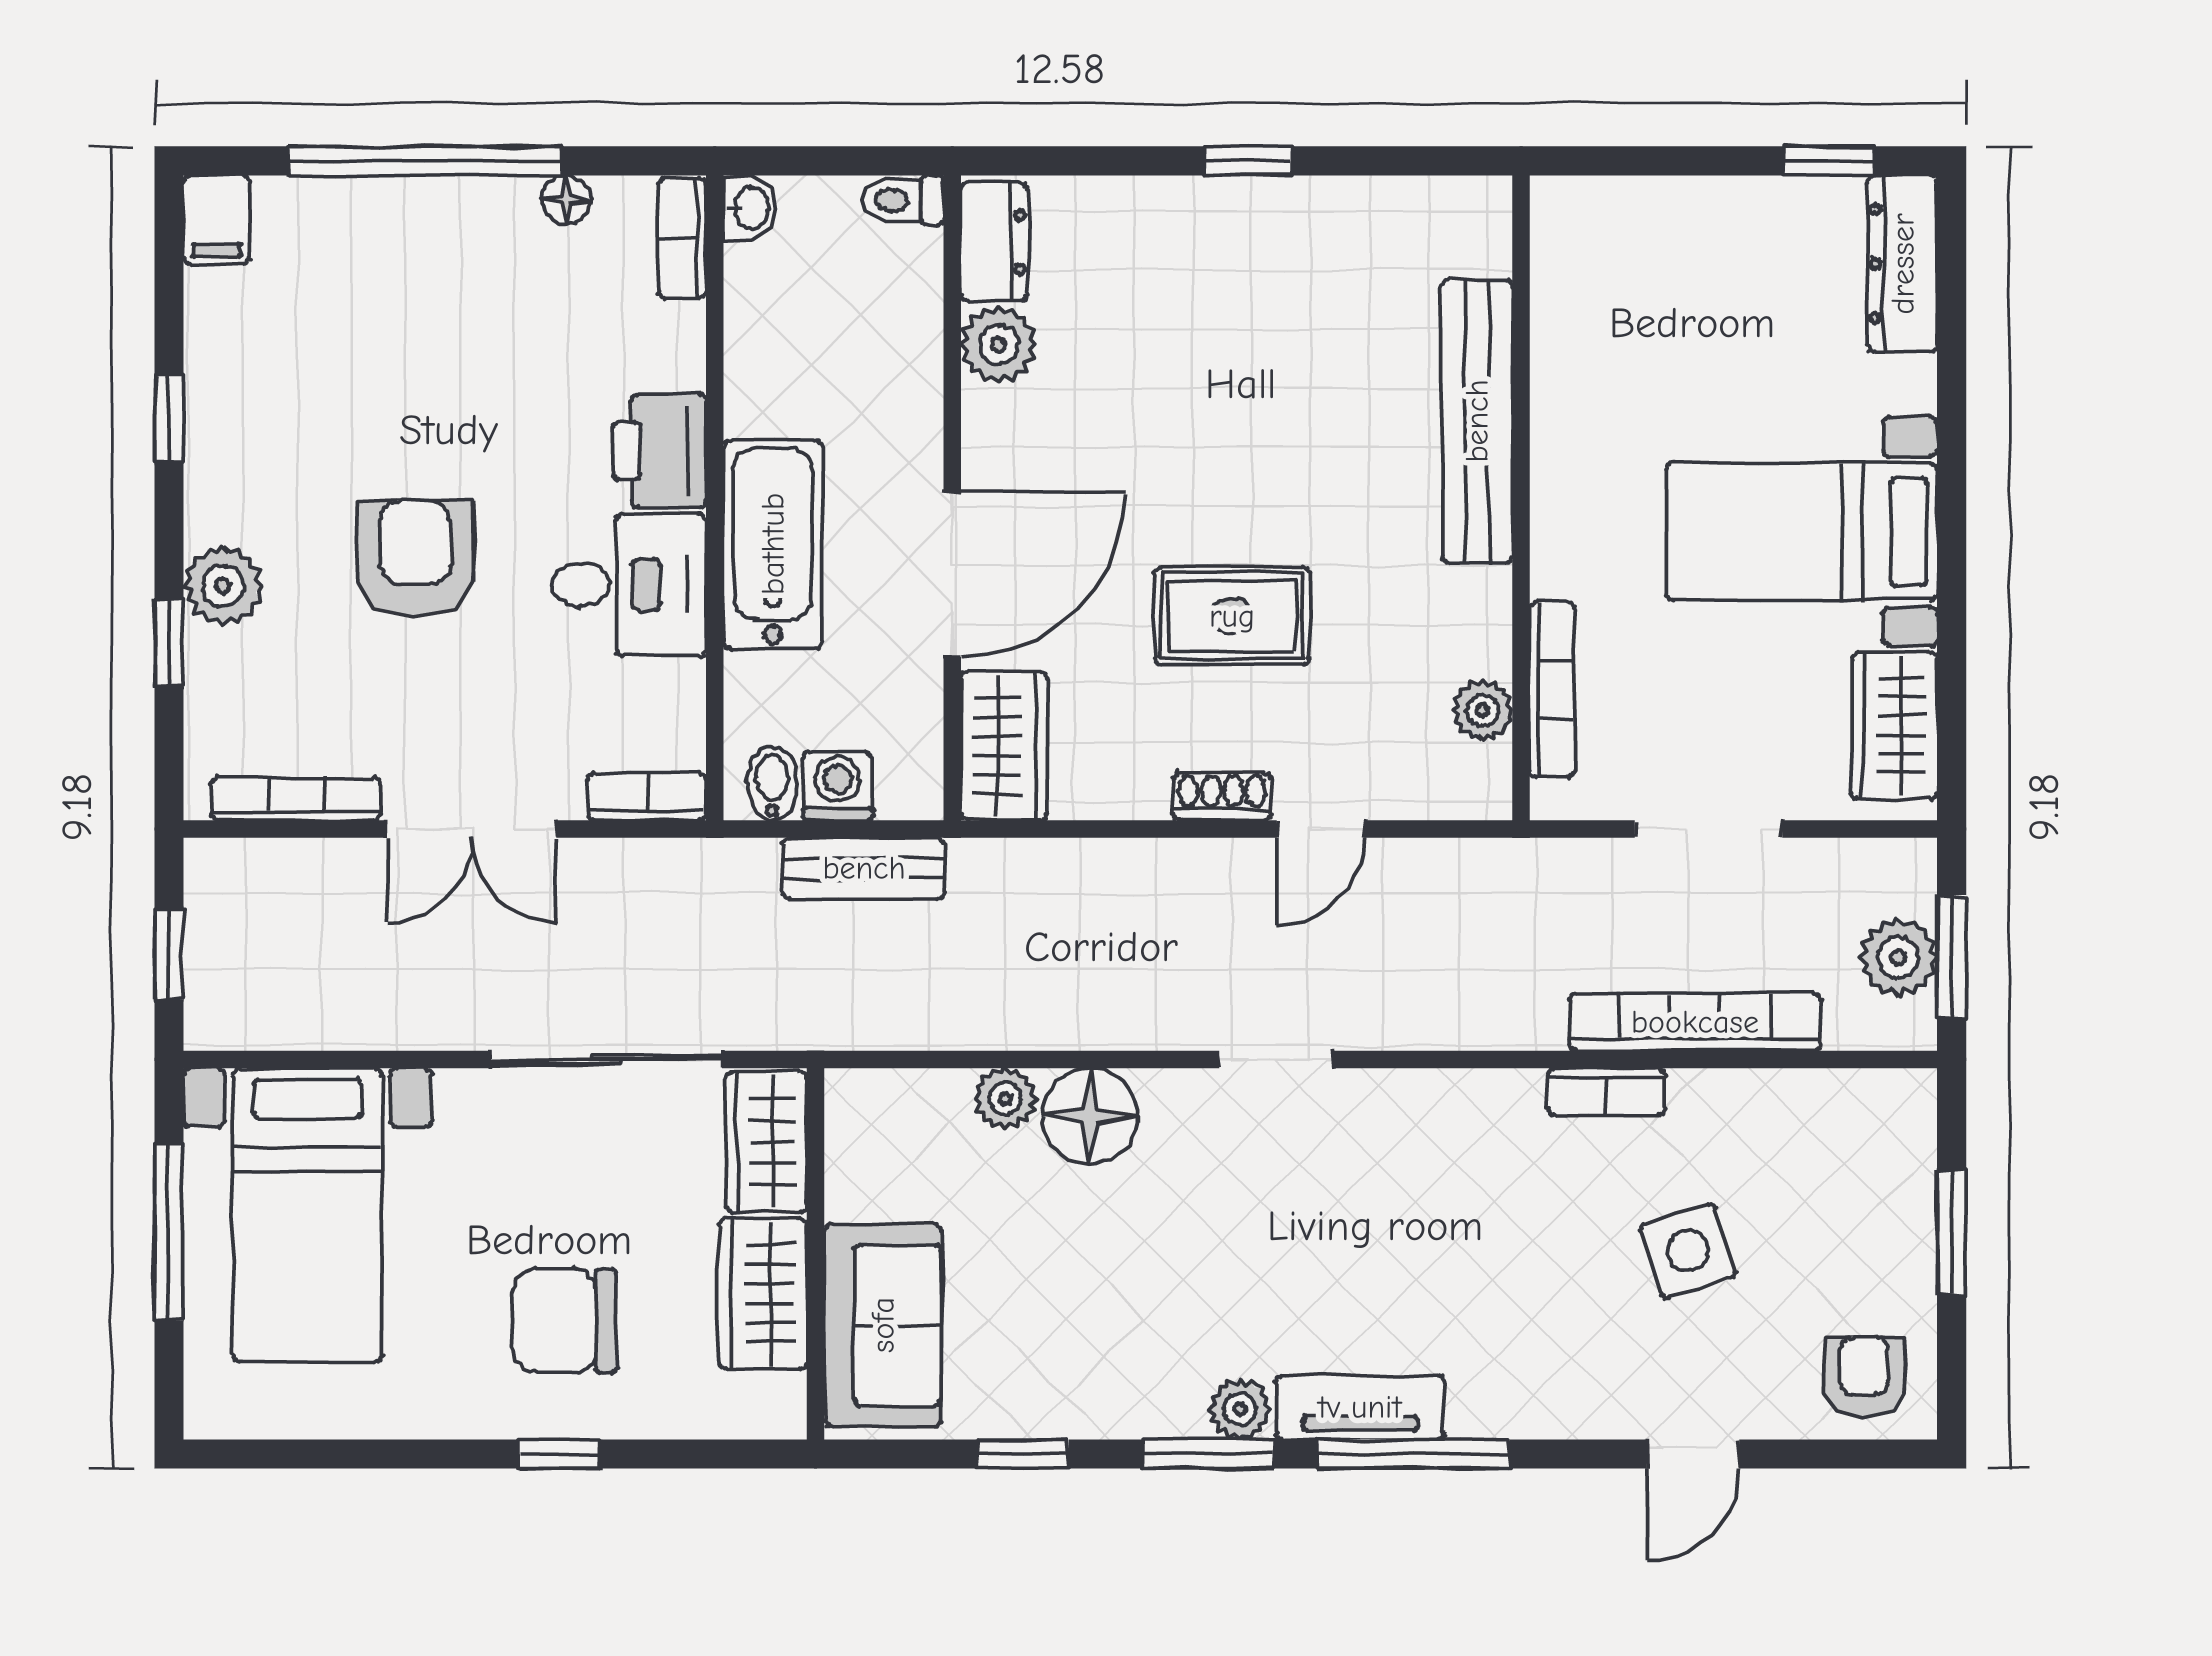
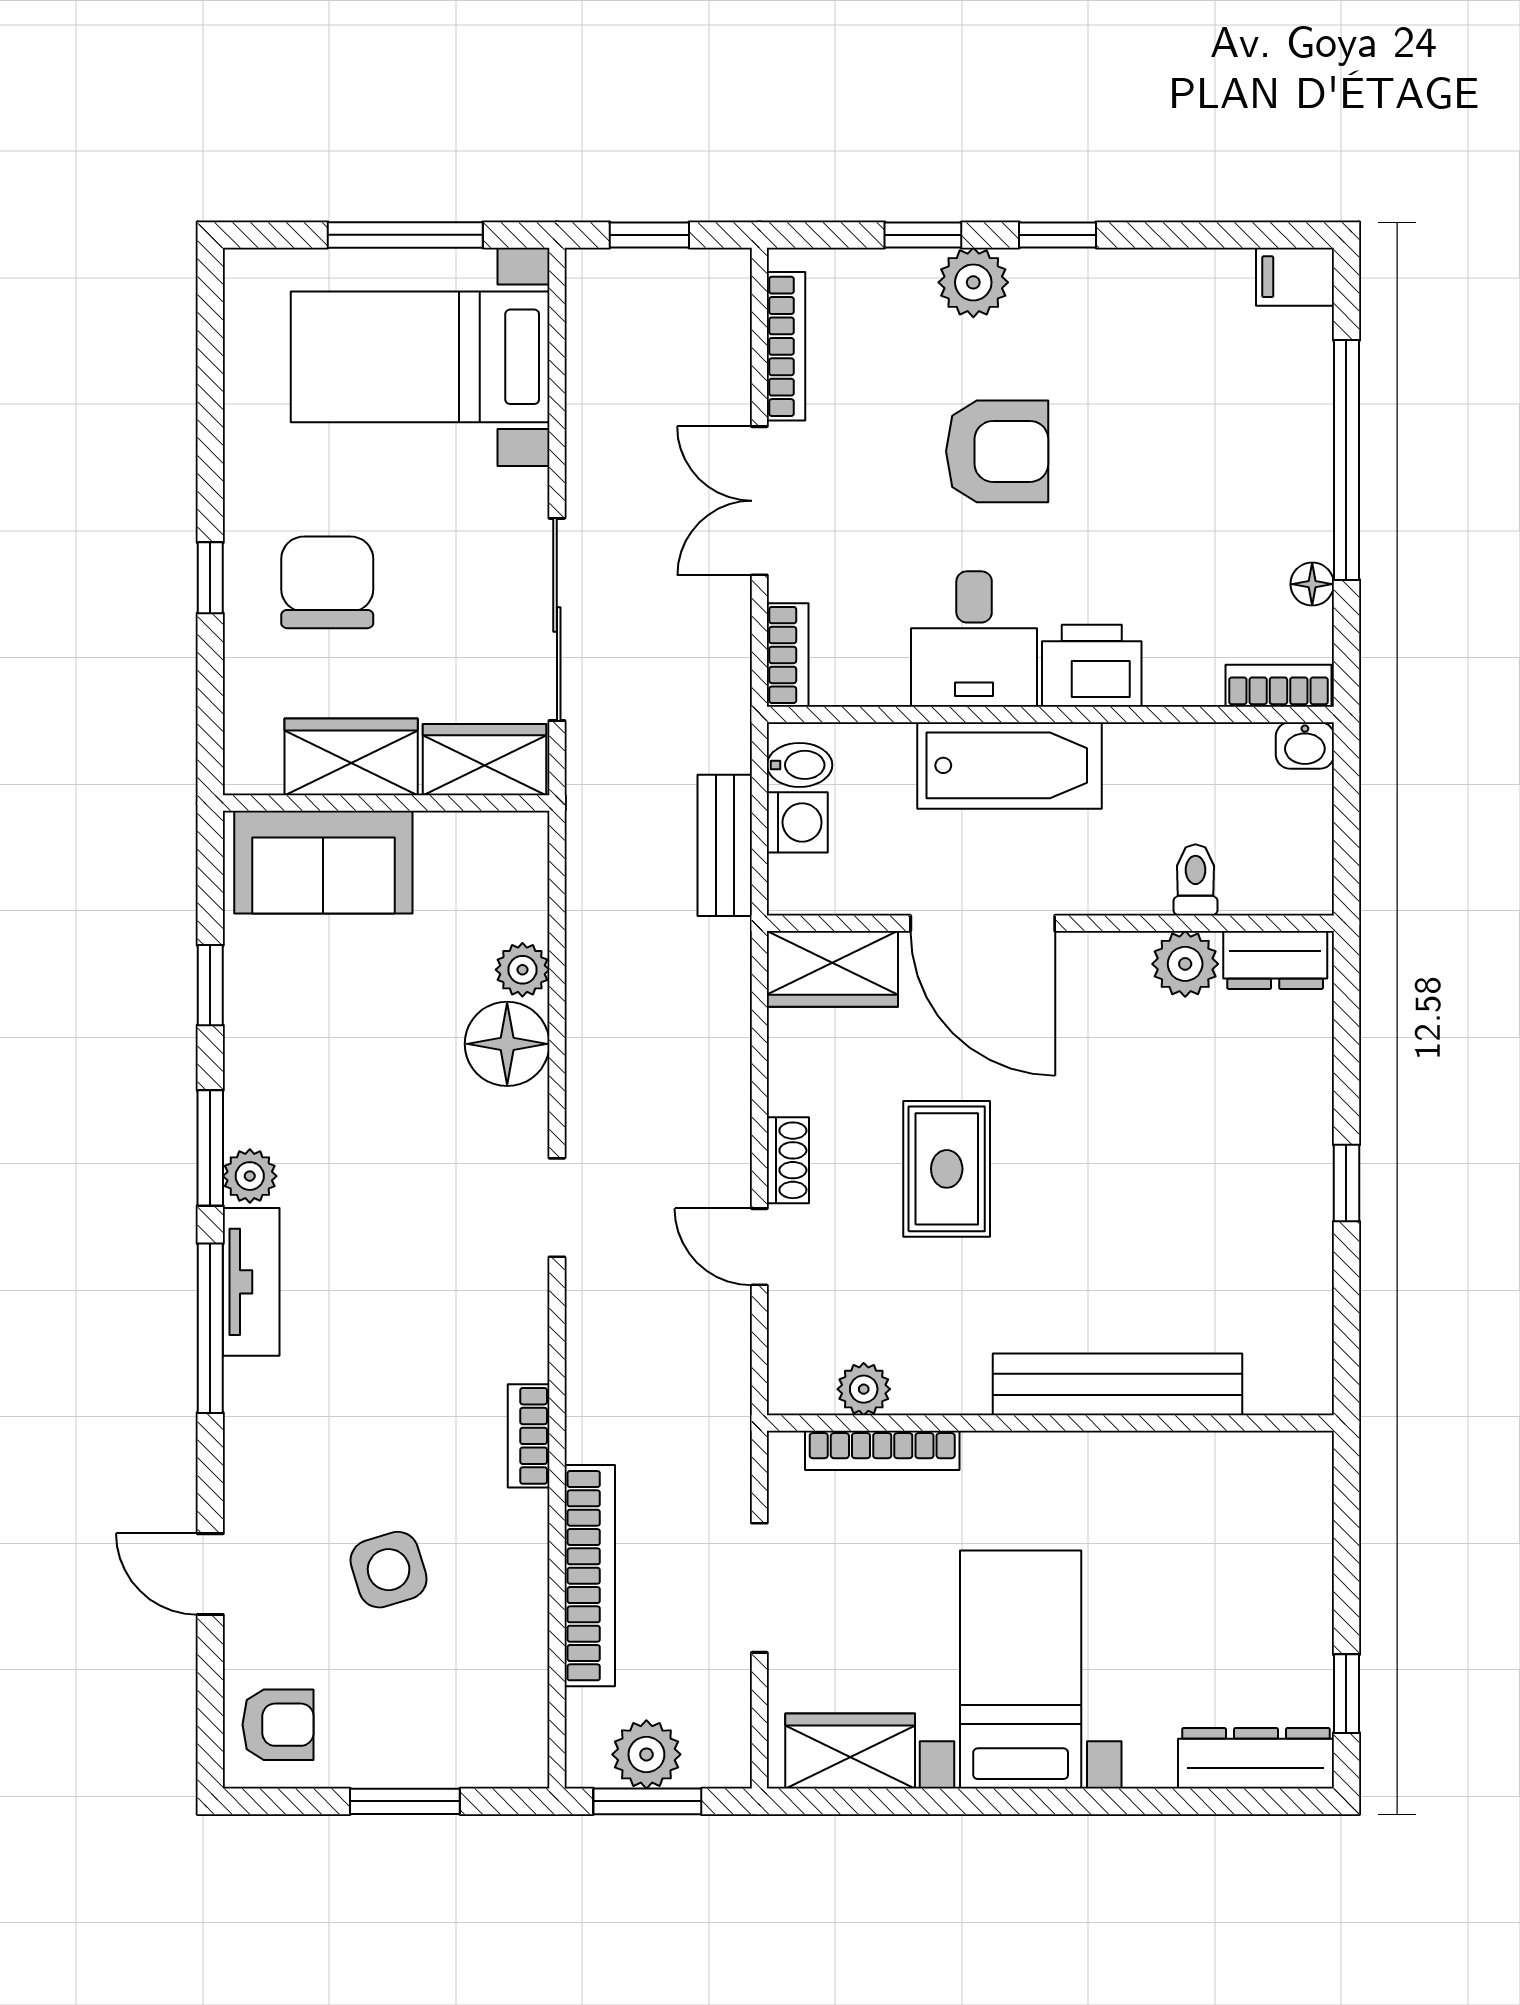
toilet: (903, 200) -> (1195, 880), moved
window: (169, 418) -> (1058, 235), moved
bookcase: (1606, 1092) -> (529, 1436), moved

